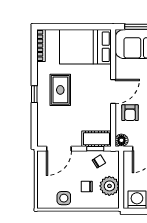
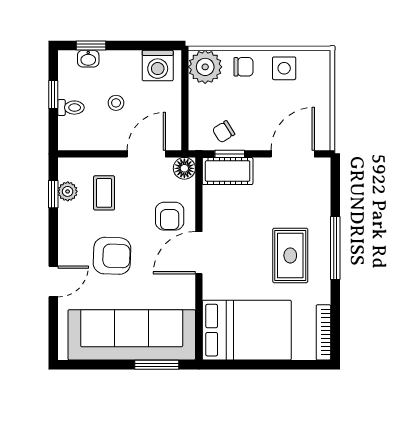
window: (34, 94) -> (335, 248), width x2.17
armchair: (130, 113) -> (170, 216), turned 180
plant: (109, 186) -> (205, 67), moved
chair: (87, 187) -> (243, 67), moved

